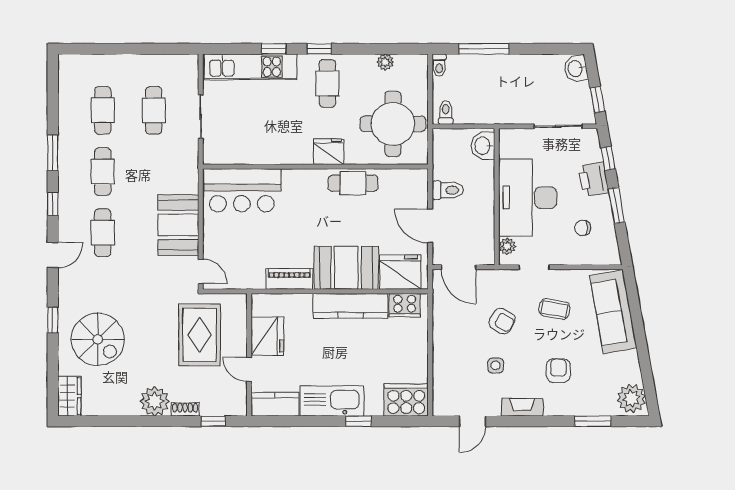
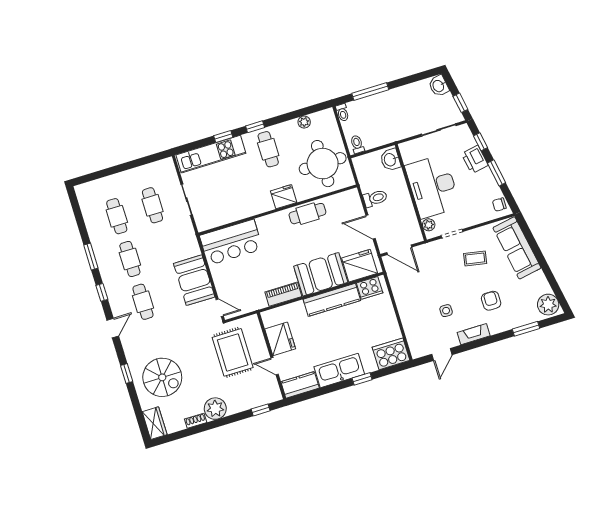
chair: (583, 228) -> (499, 205), moved
armchair: (502, 321) -> (441, 278), removed
shoe rack: (185, 409) -> (196, 421), moved

